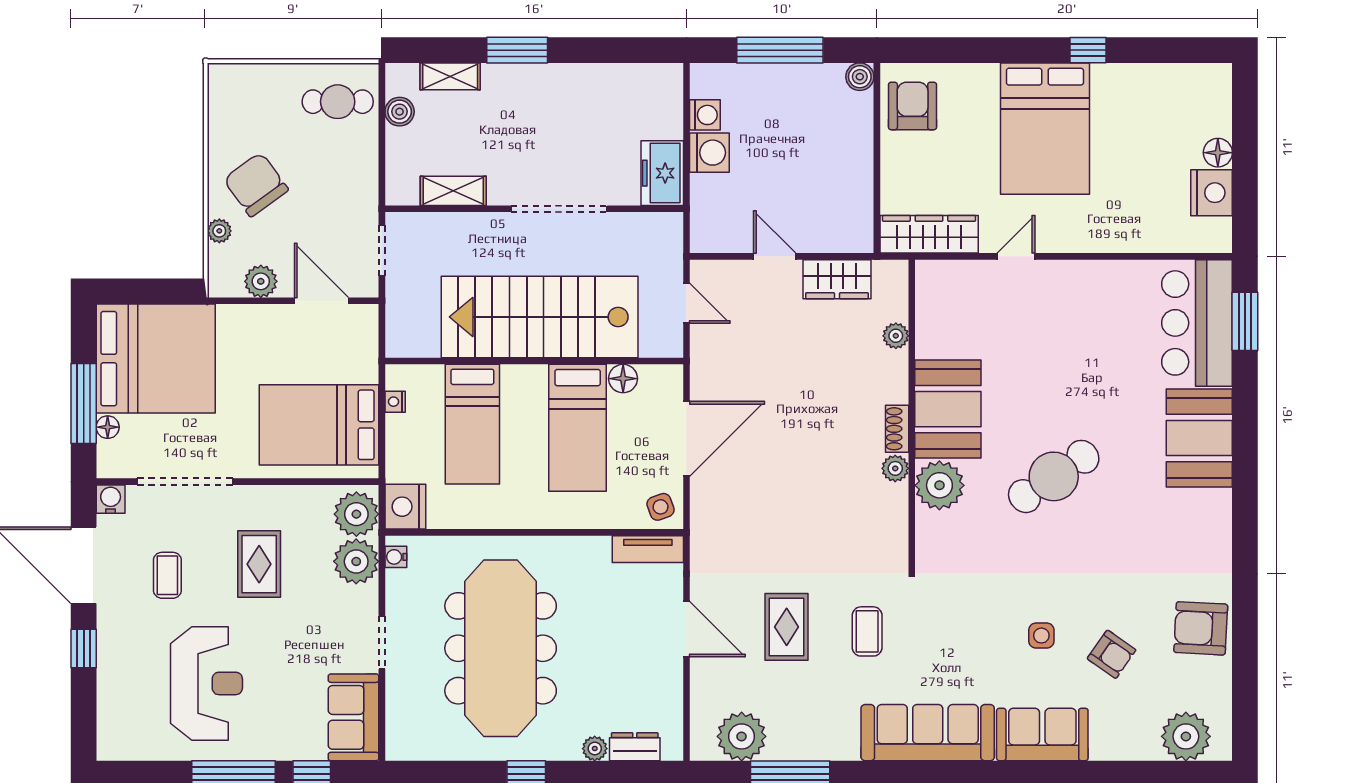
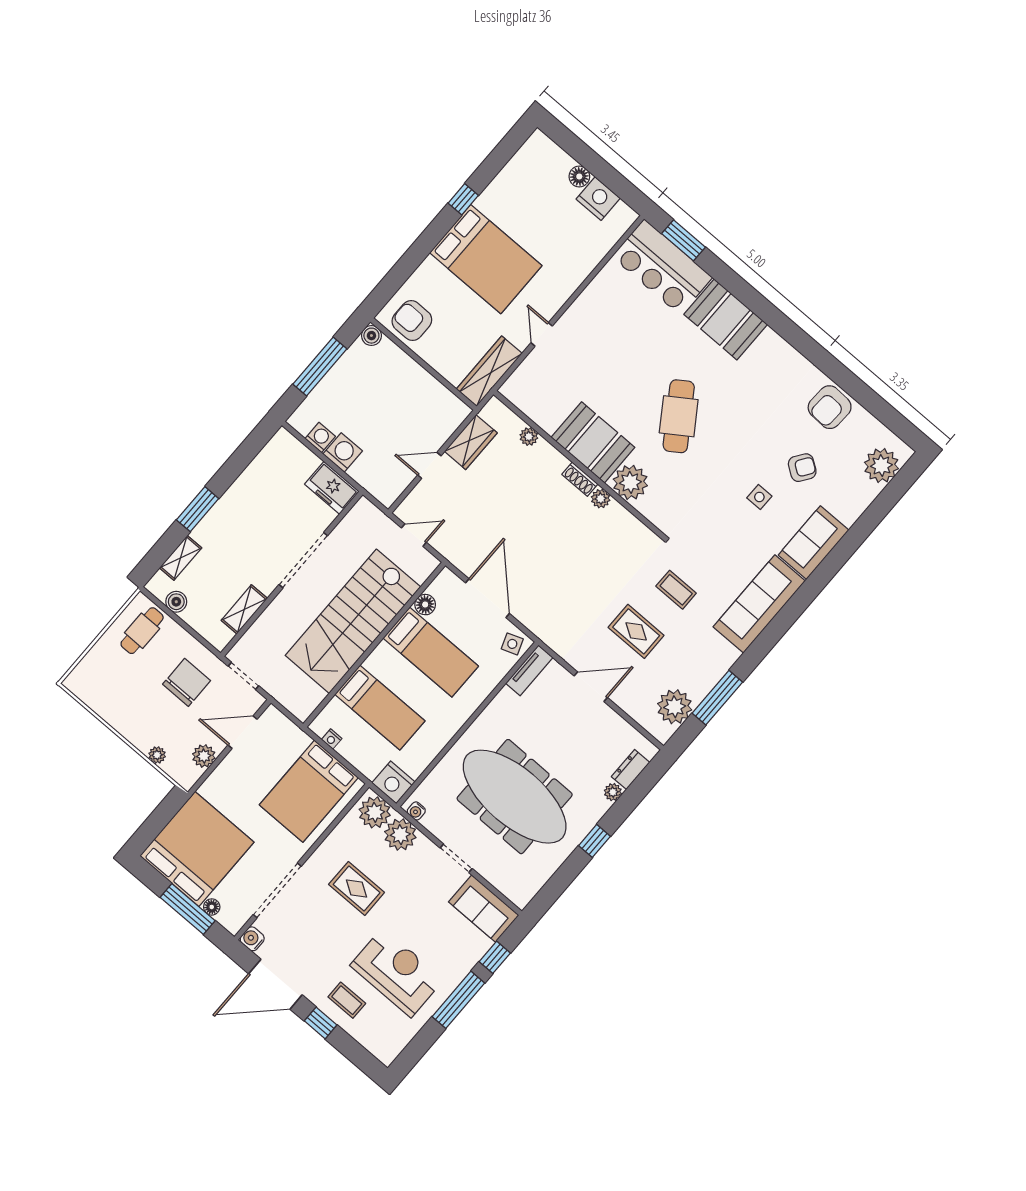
chair: (256, 185) -> (187, 682), moved, turned 126
coffee table: (167, 575) -> (347, 1000), moved

